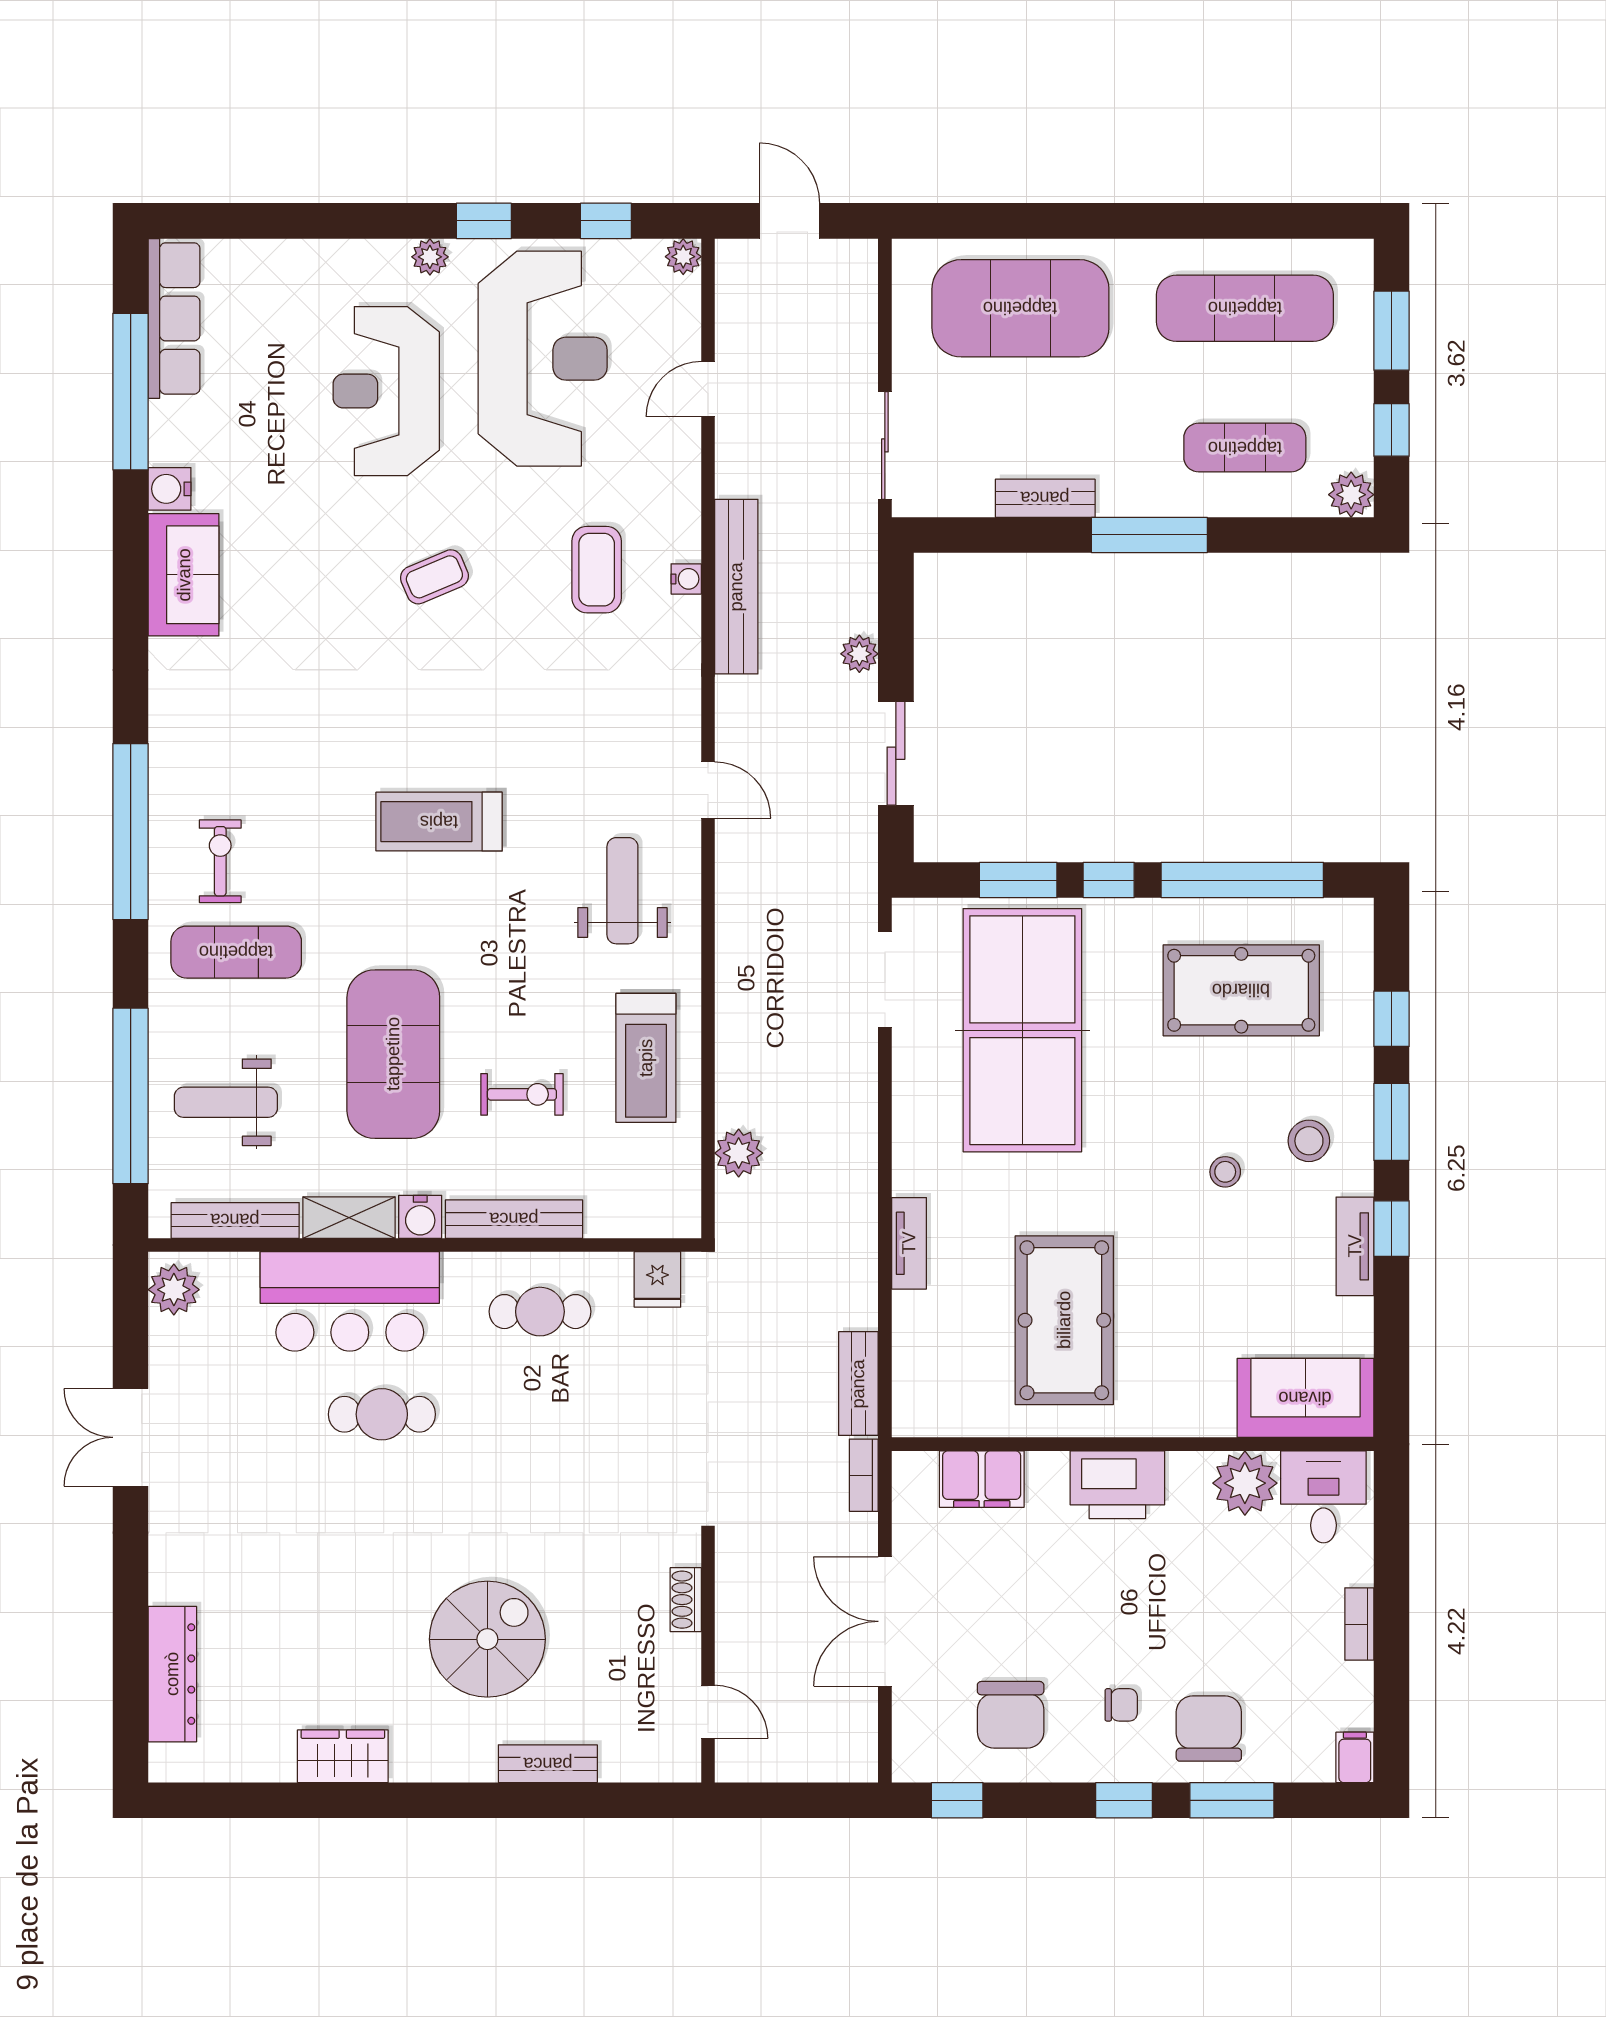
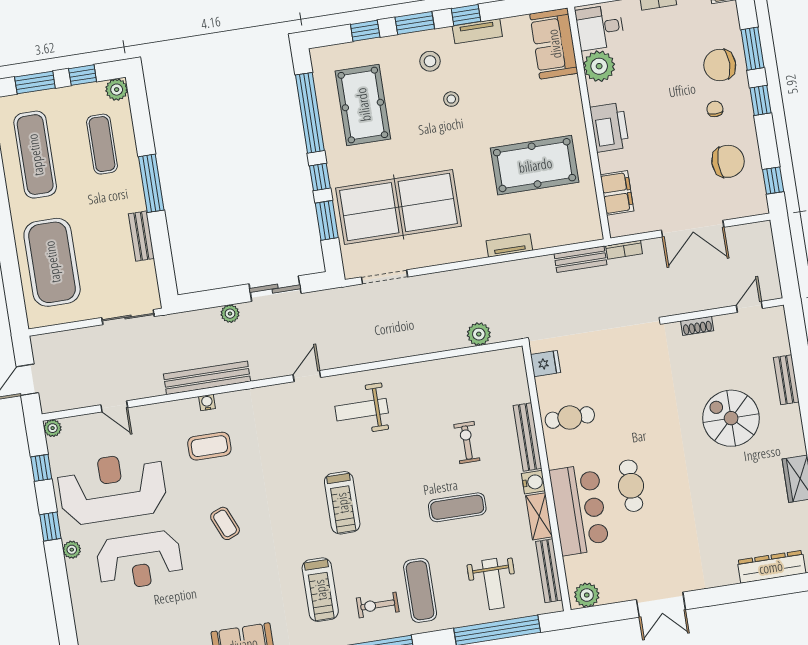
exercise mat: (393, 1054) -> (457, 507), width x0.50, depth x0.69
treadmill: (646, 1058) -> (320, 590), moved, turned 90
cafe table: (540, 1312) -> (570, 418), turned 90

